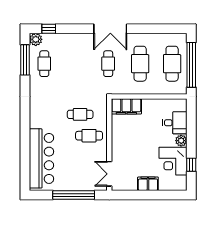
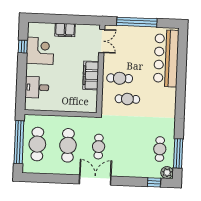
filing cabinet: (126, 106) -> (91, 75), moved, turned -90
plant: (181, 141) -> (32, 70), removed

